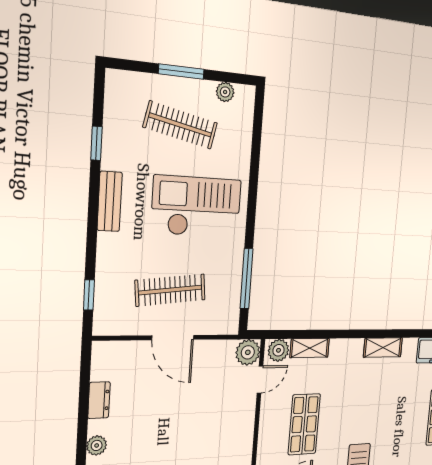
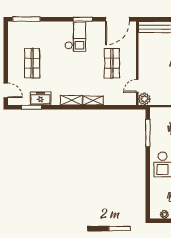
shelving: (310, 348) -> (93, 101), moved
plant: (279, 350) -> (129, 100), removed

